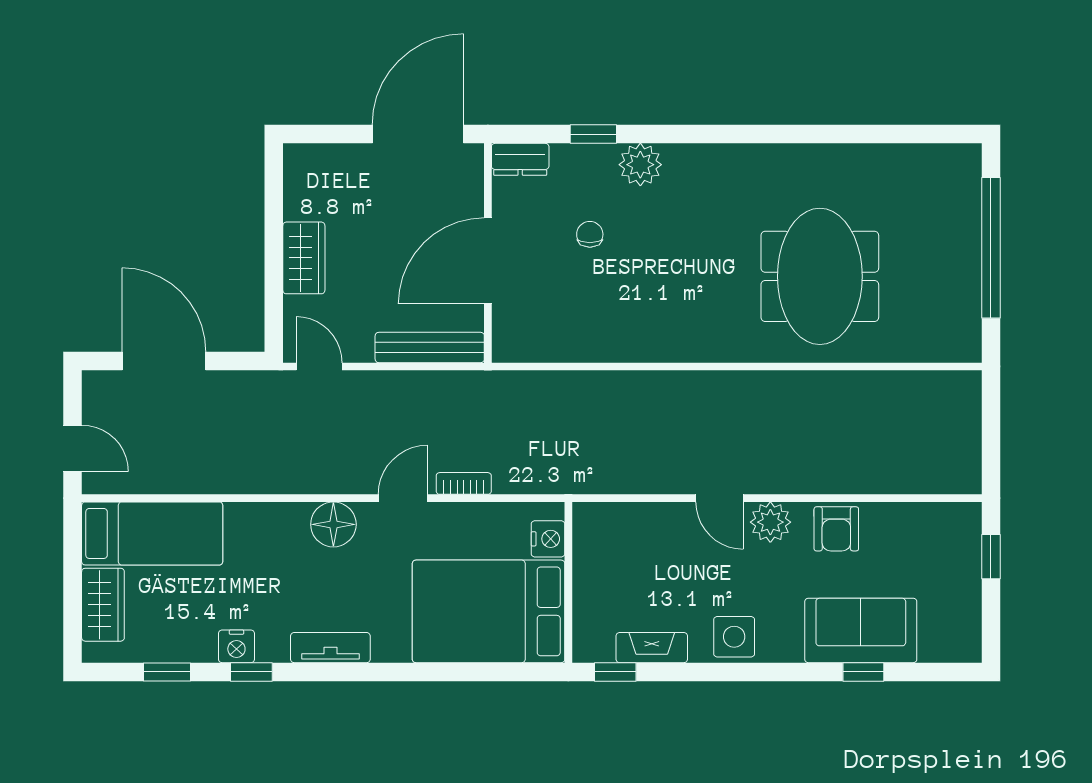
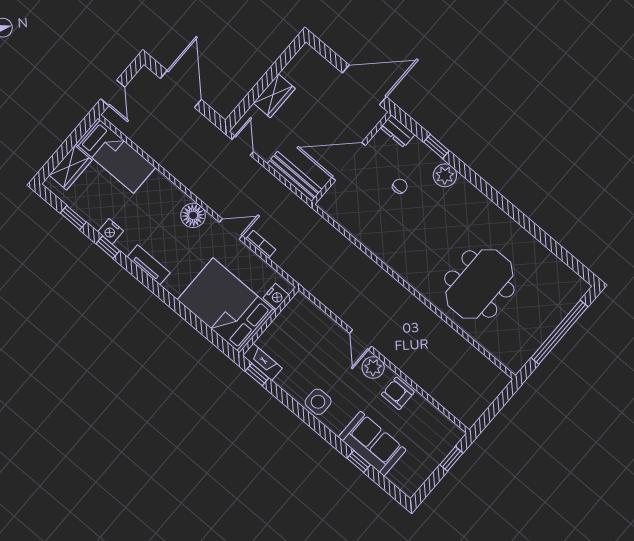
armchair: (836, 529) -> (398, 393), turned 90
fireplace: (652, 648) -> (262, 362), moved

